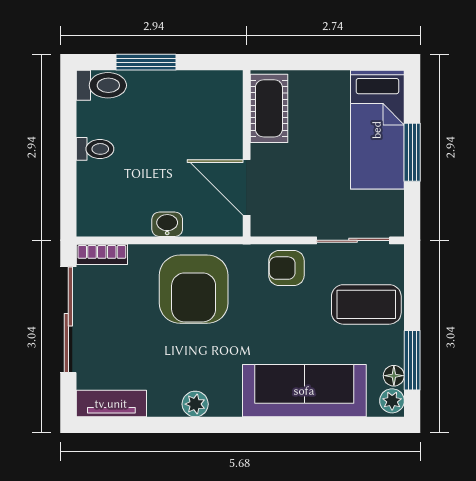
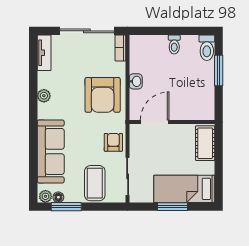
cot: (269, 108) -> (205, 143), moved, turned 90
armchair: (194, 289) -> (103, 95), turned -90

